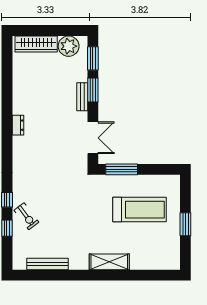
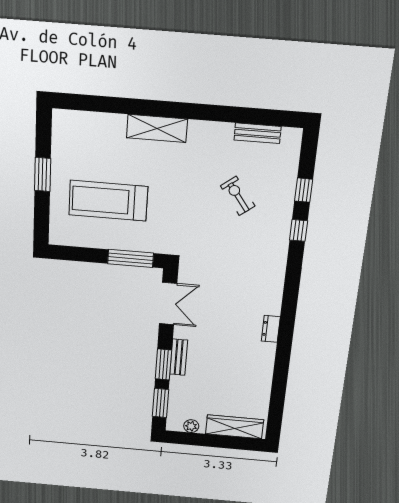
plant: (69, 46) -> (191, 426), width x0.53, depth x0.53
double door: (93, 138) -> (168, 304), swing flipped
exercise bike: (26, 216) -> (238, 196), moved
bench: (48, 264) -> (258, 133), width x0.73

